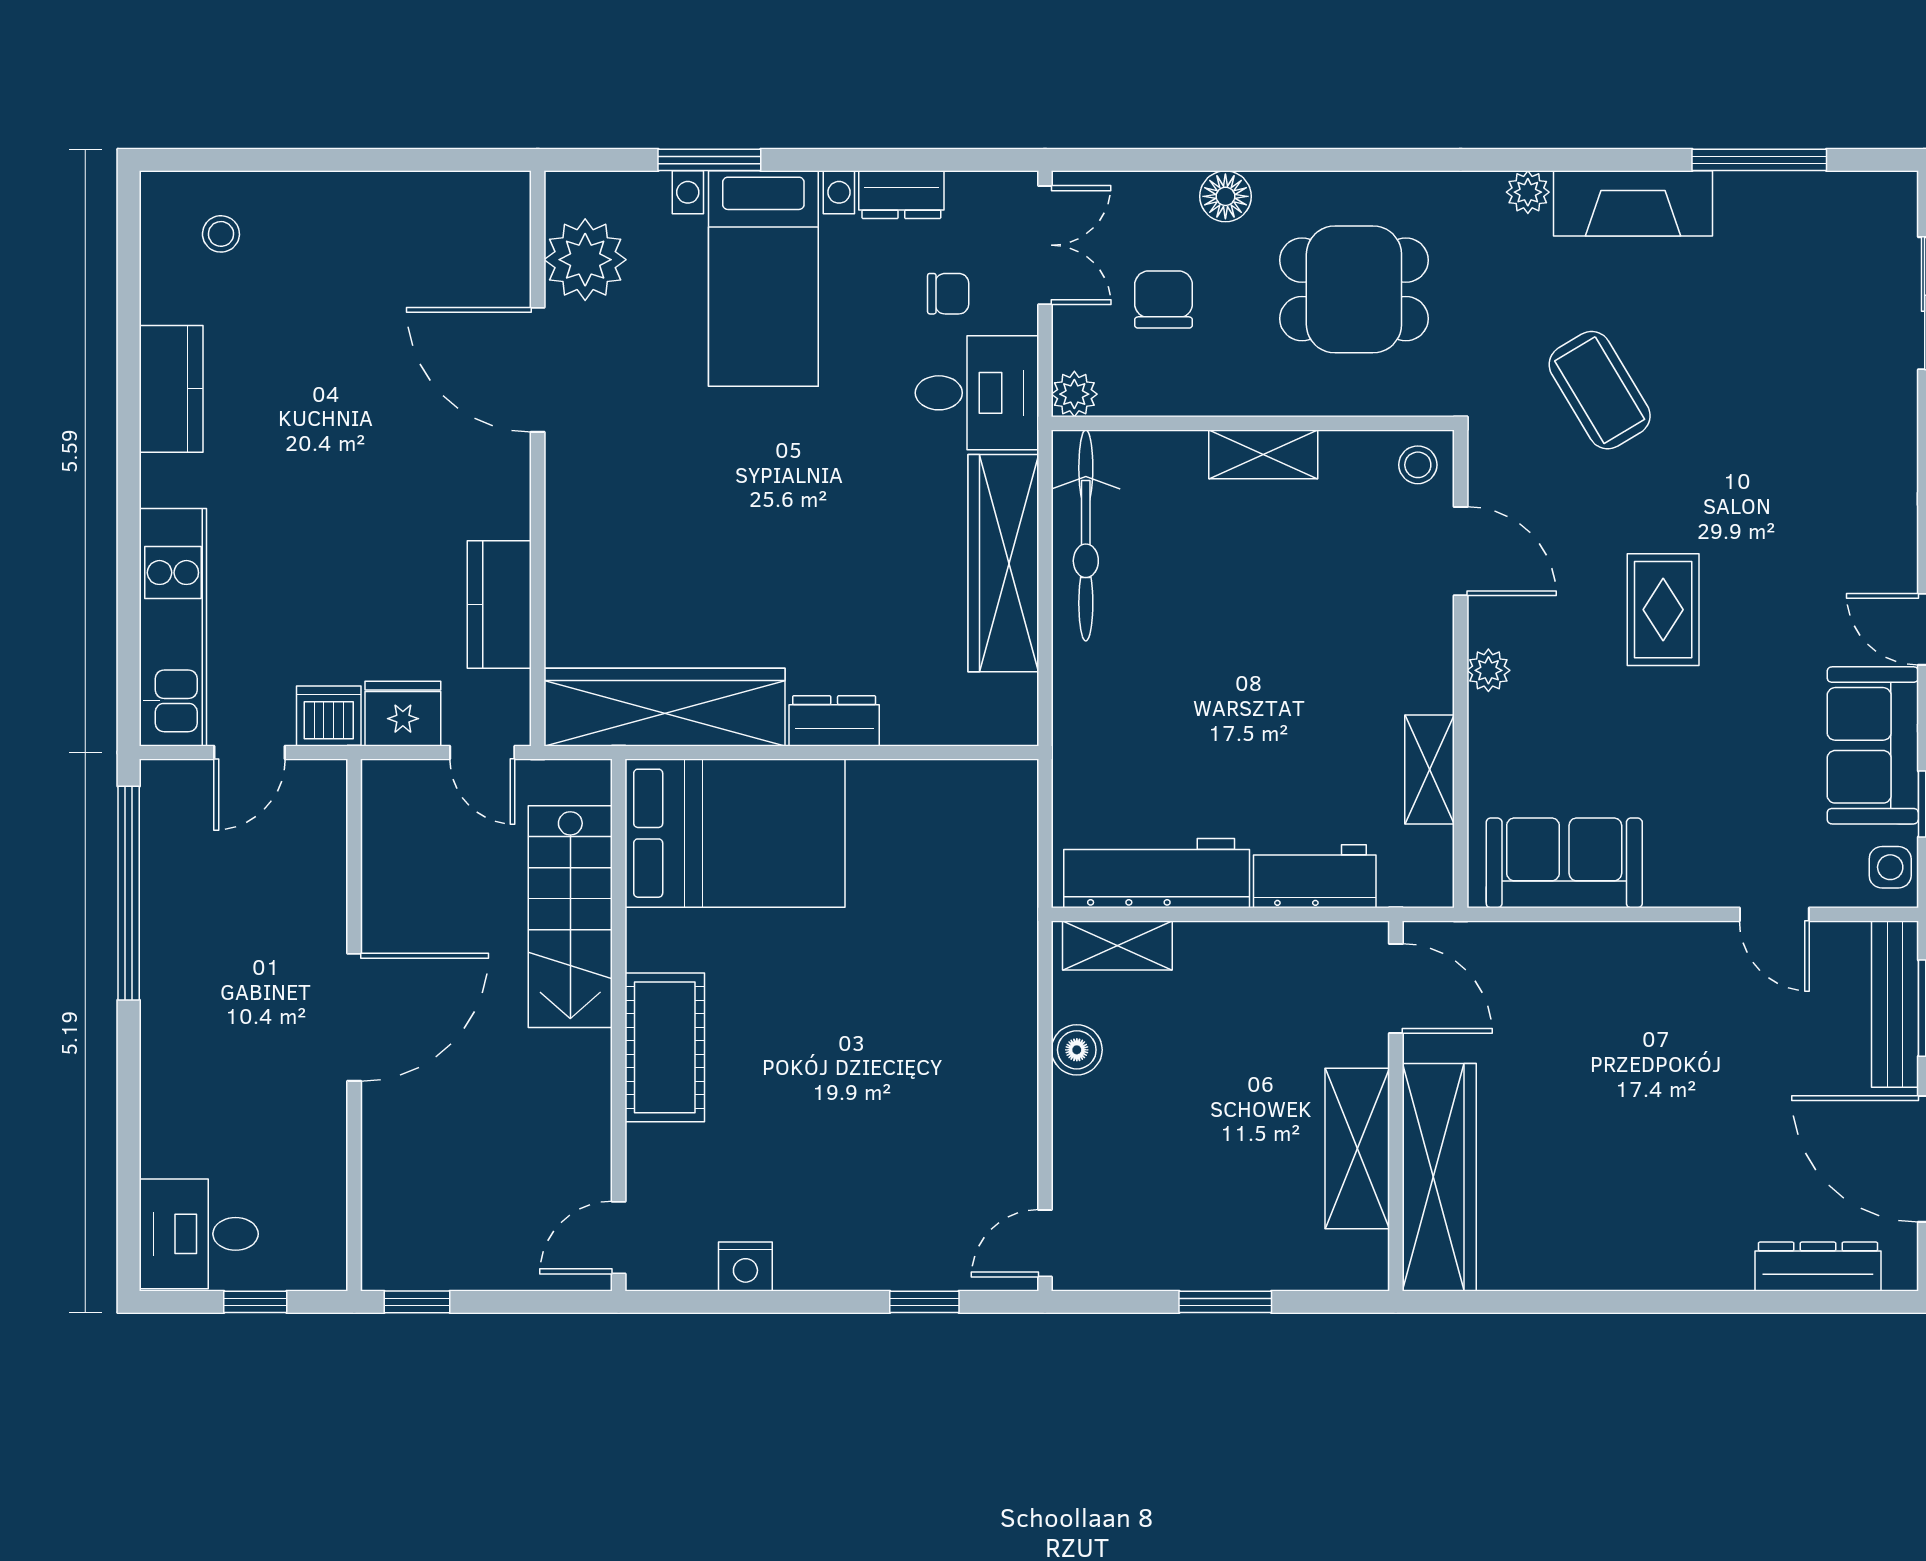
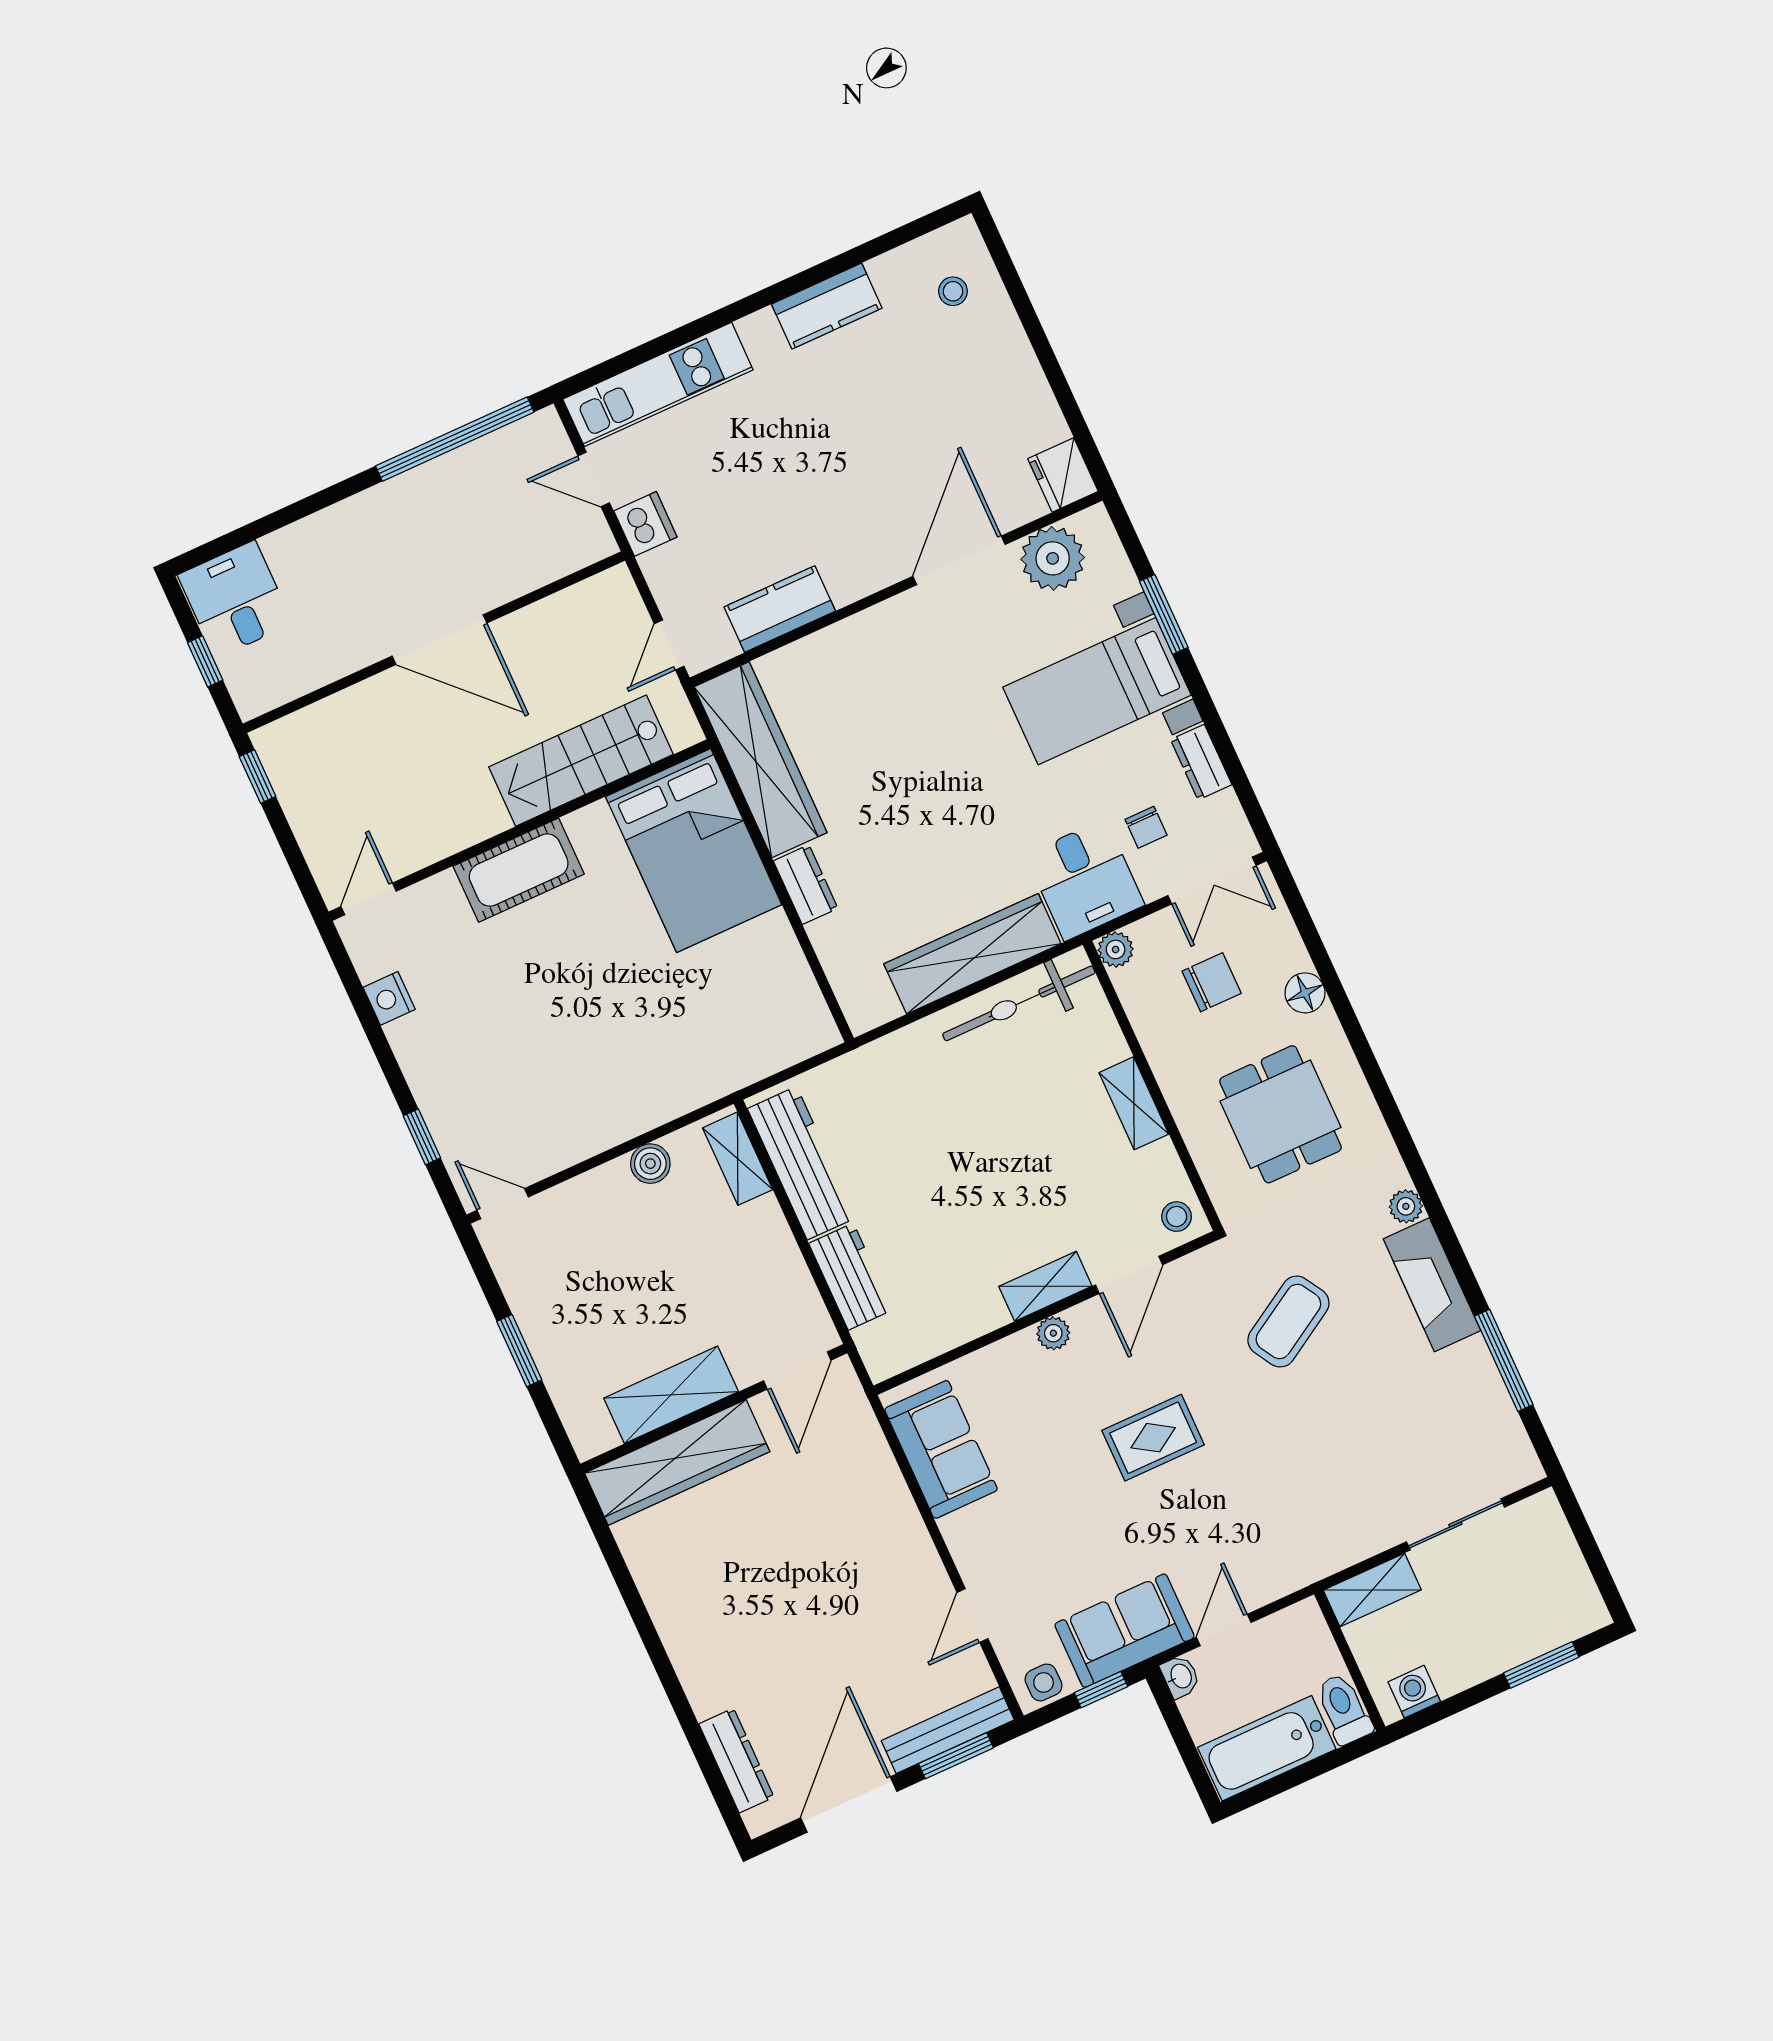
fridge: (403, 714) -> (1063, 475), moved, turned 180
shelving: (1430, 770) -> (1045, 1286), moved
door: (619, 1238) -> (369, 899), hinge flipped

